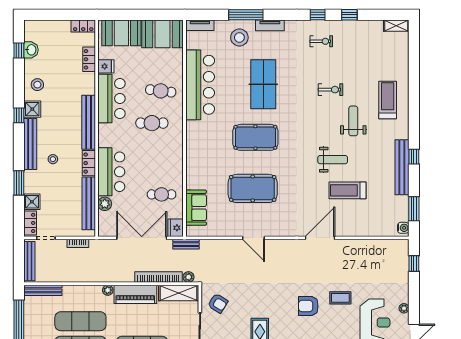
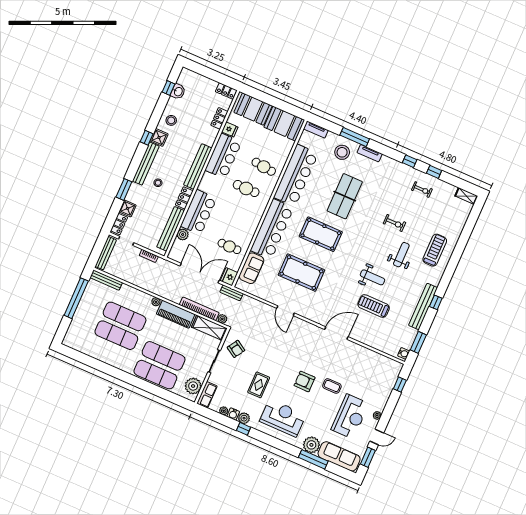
exercise bike: (321, 41) -> (422, 190), moved
bar counter: (200, 155) -> (272, 229), added

